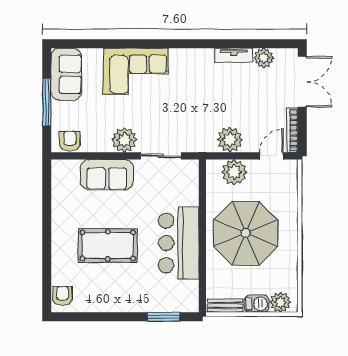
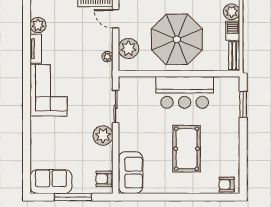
corner sofa: (136, 71) -> (49, 90), moved
plant: (230, 140) -> (107, 57), width x0.53, depth x0.53
sofa: (107, 175) -> (130, 173), moved

